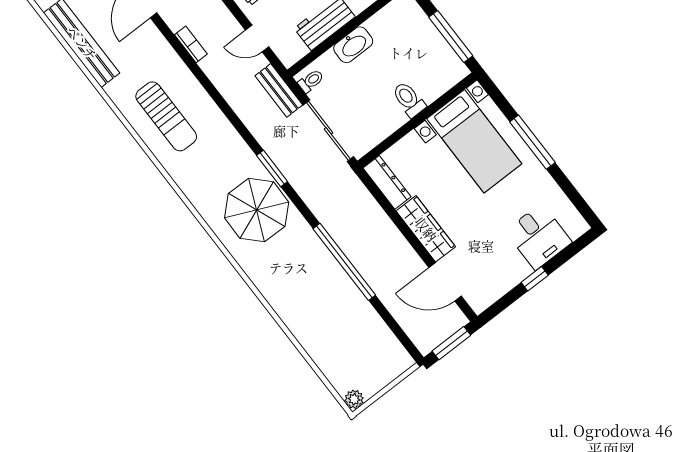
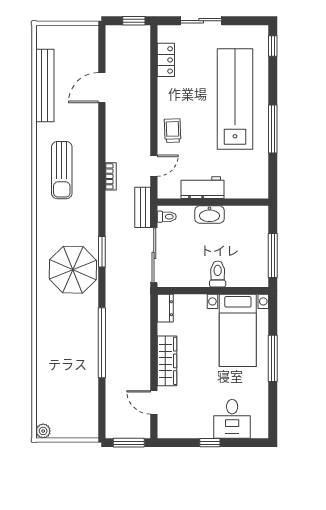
door: (257, 39) -> (154, 166), swing flipped
bookcase: (191, 44) -> (111, 176), moved
dresser: (387, 182) -> (165, 308), width x0.70
door: (445, 282) -> (154, 402), width x0.73

